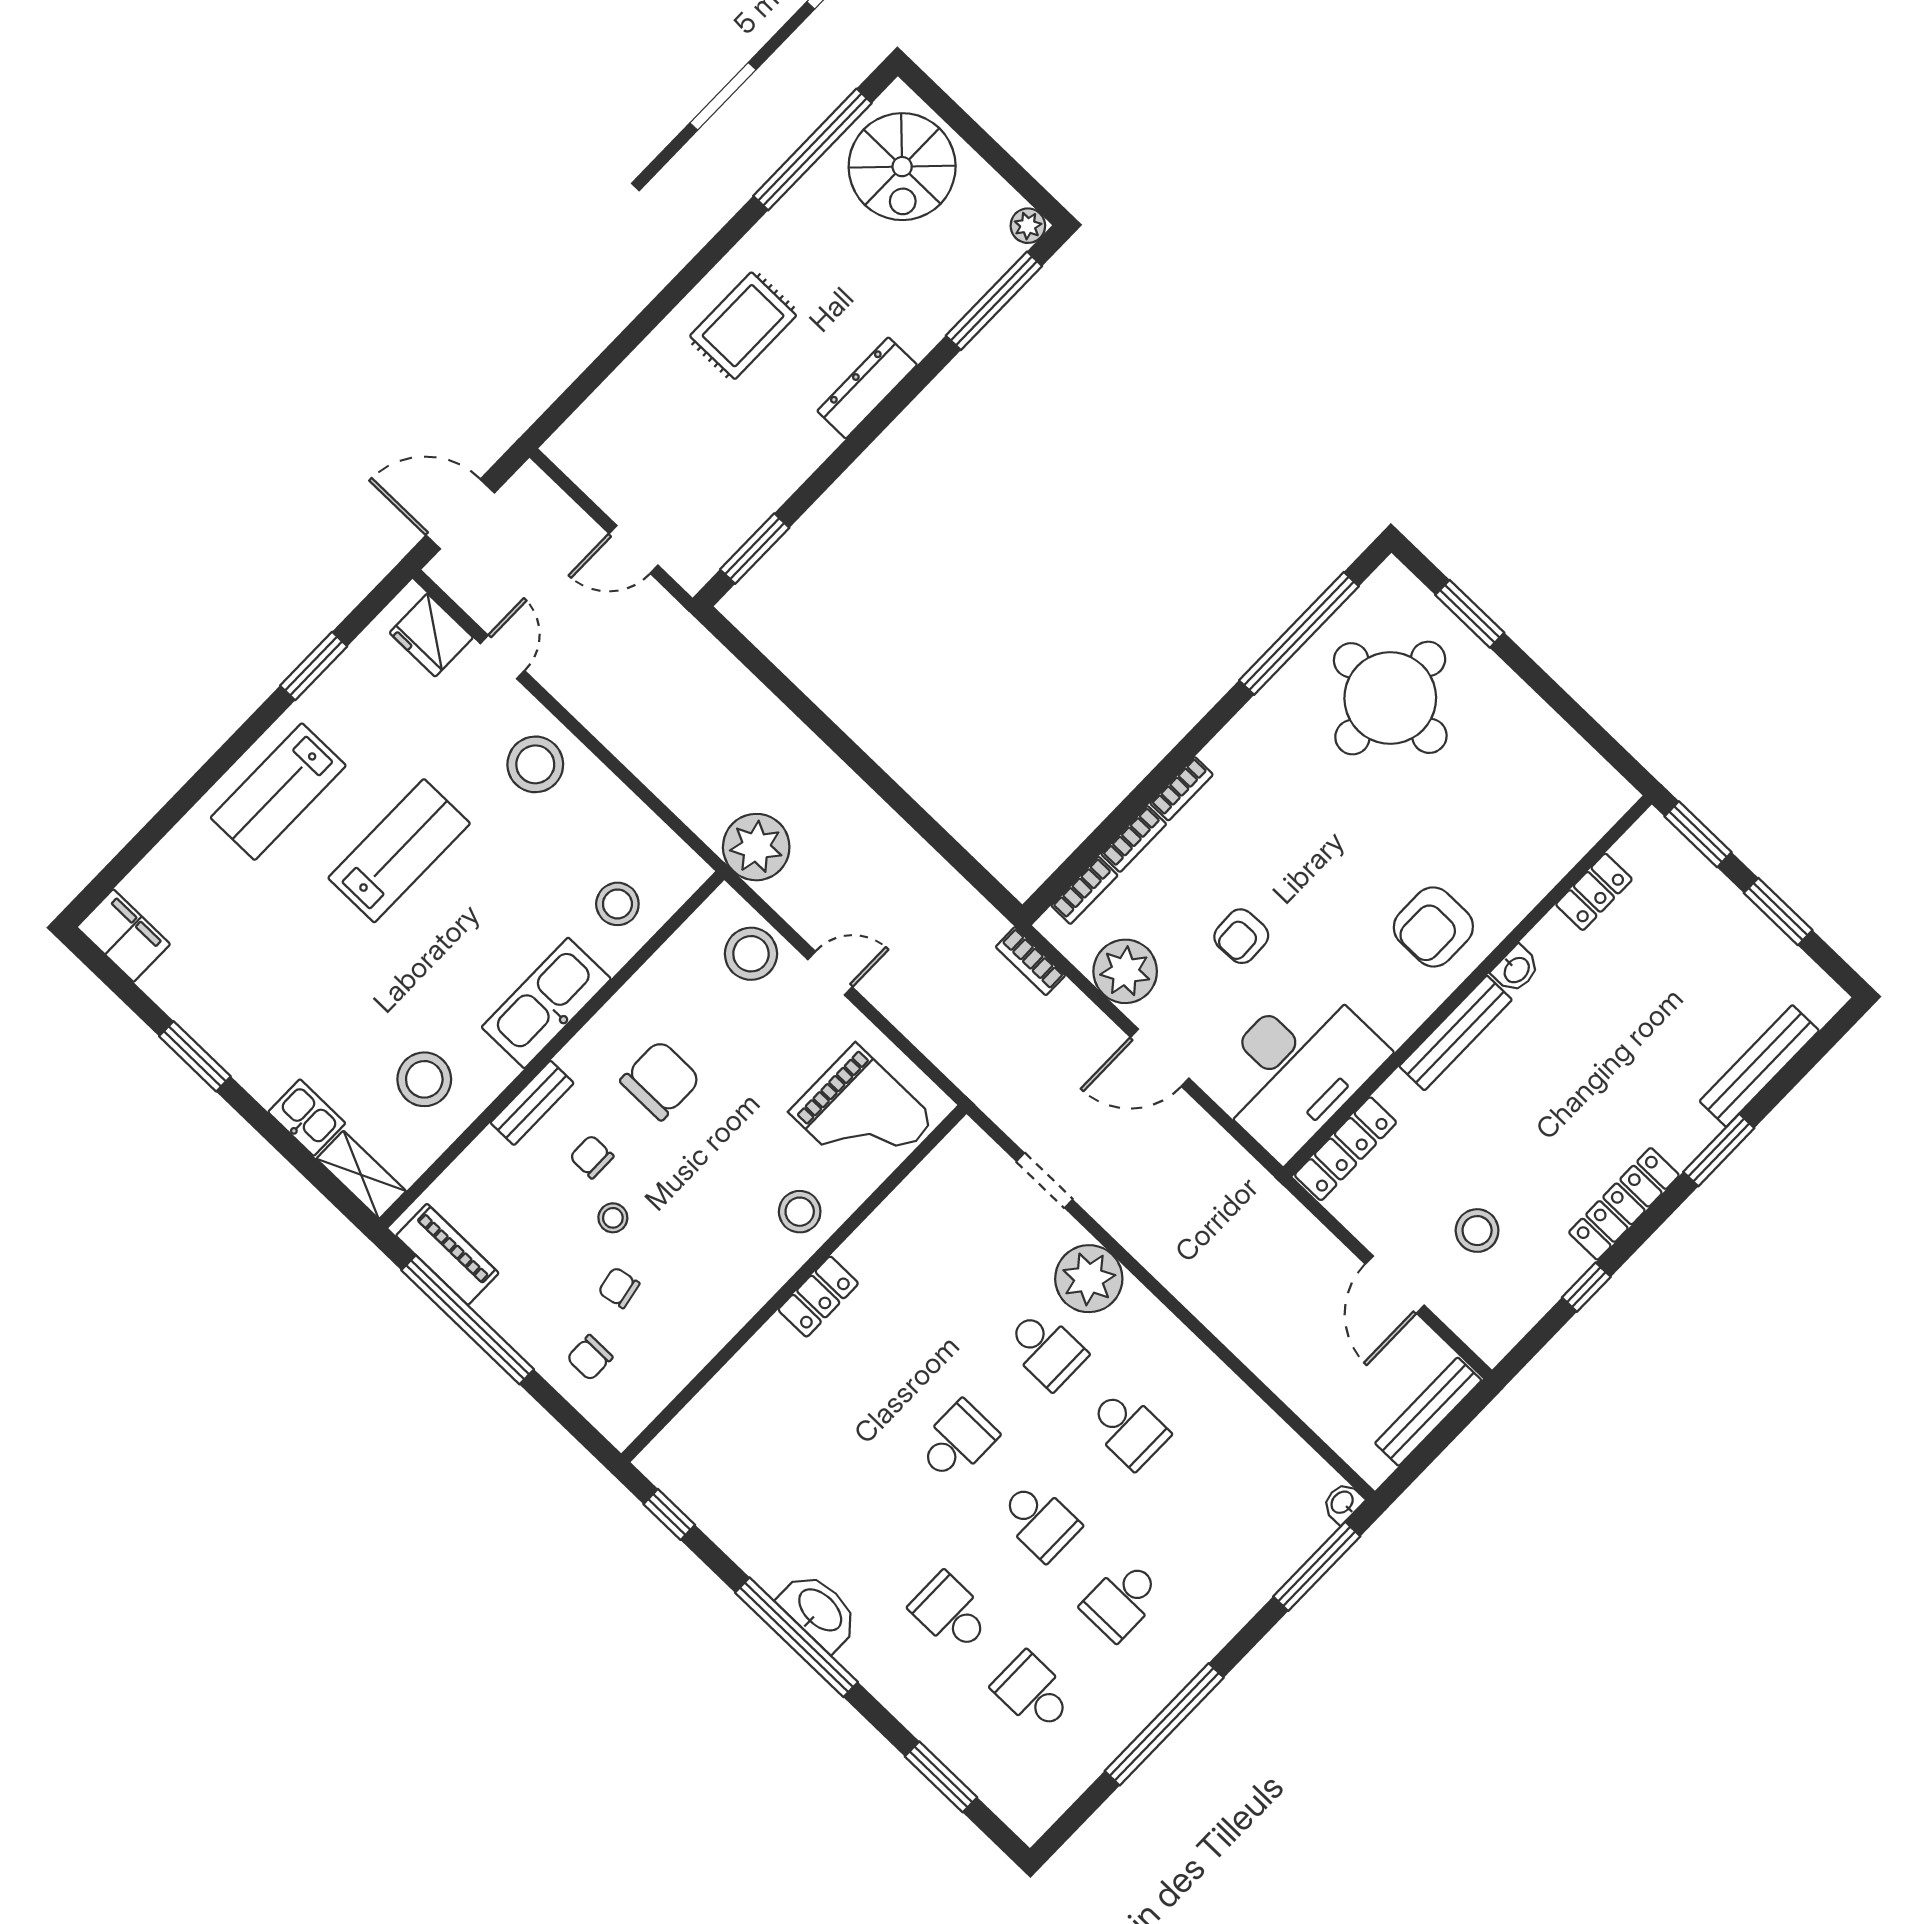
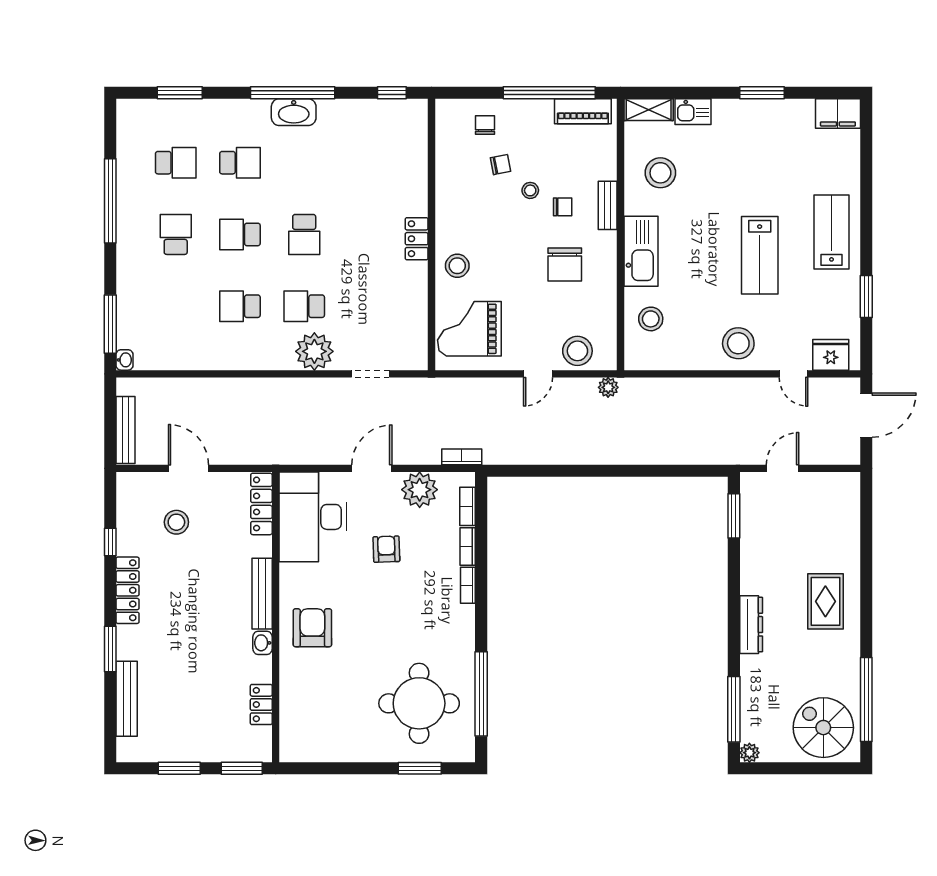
plant: (756, 847) -> (608, 387), width x0.53, depth x0.53

